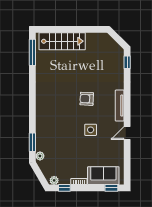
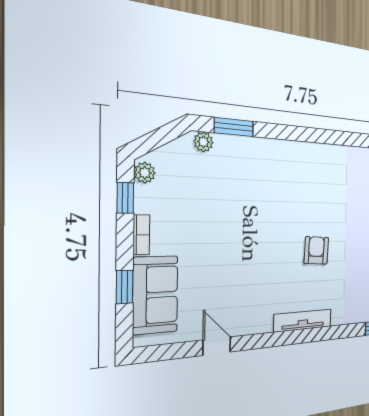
side table: (91, 130) -> (258, 260), removed
door: (127, 133) -> (217, 346), moved
window: (111, 188) -> (125, 287), moved

